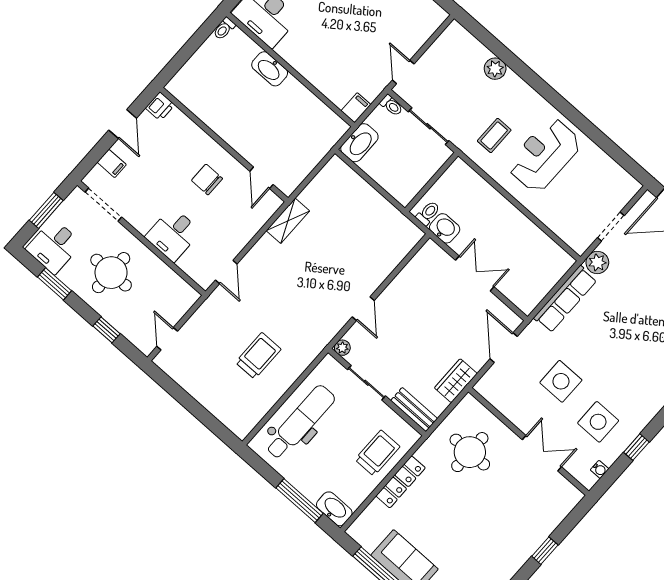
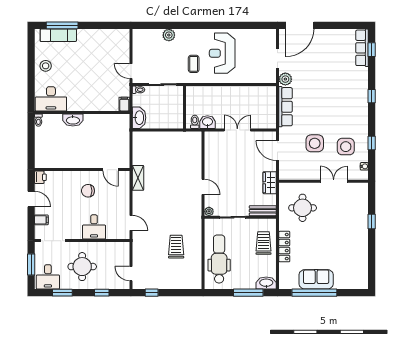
window: (172, 388) -> (152, 293), added

